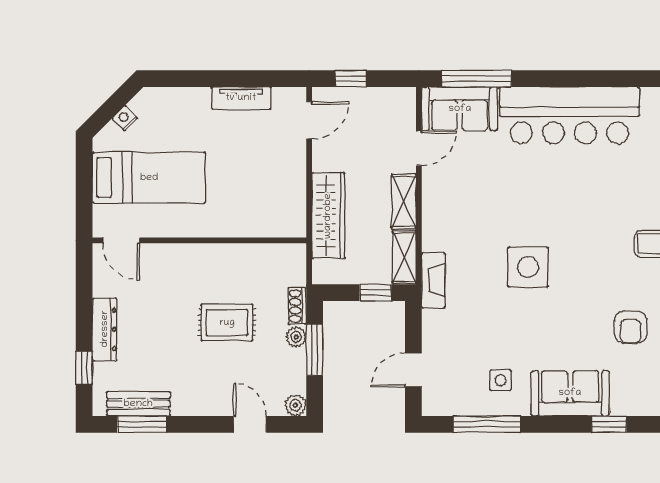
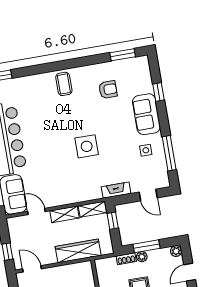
fireplace: (433, 280) -> (116, 190), moved

